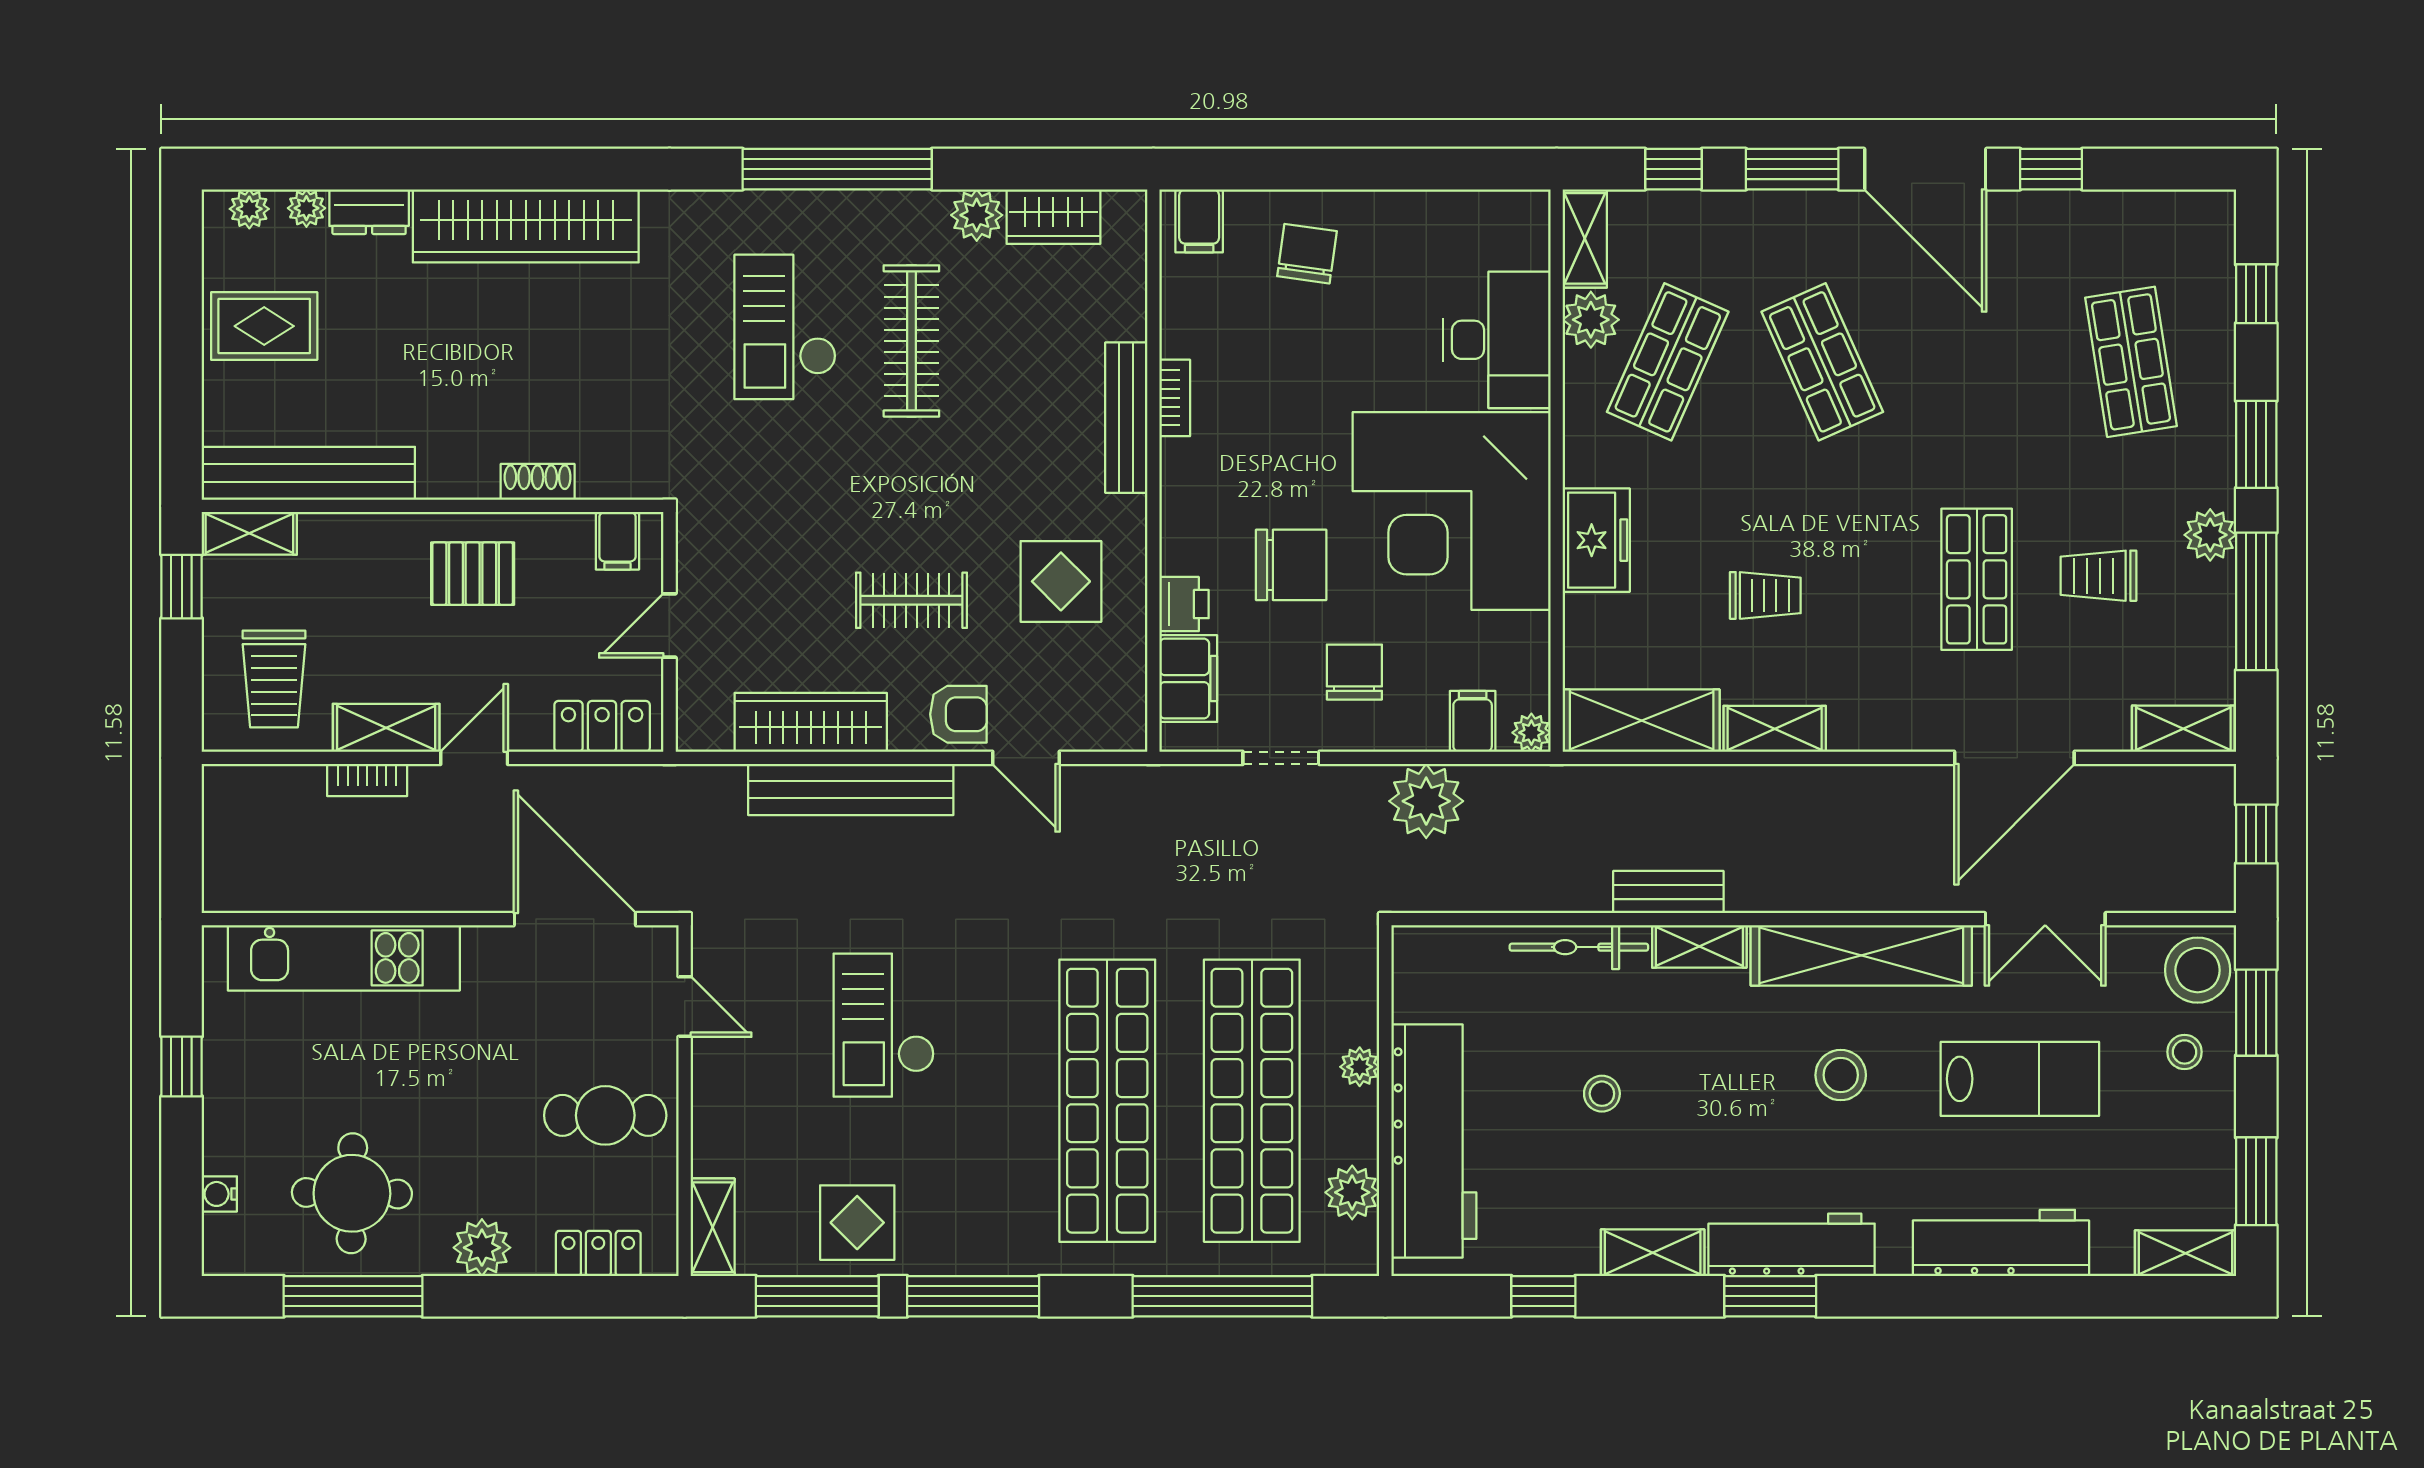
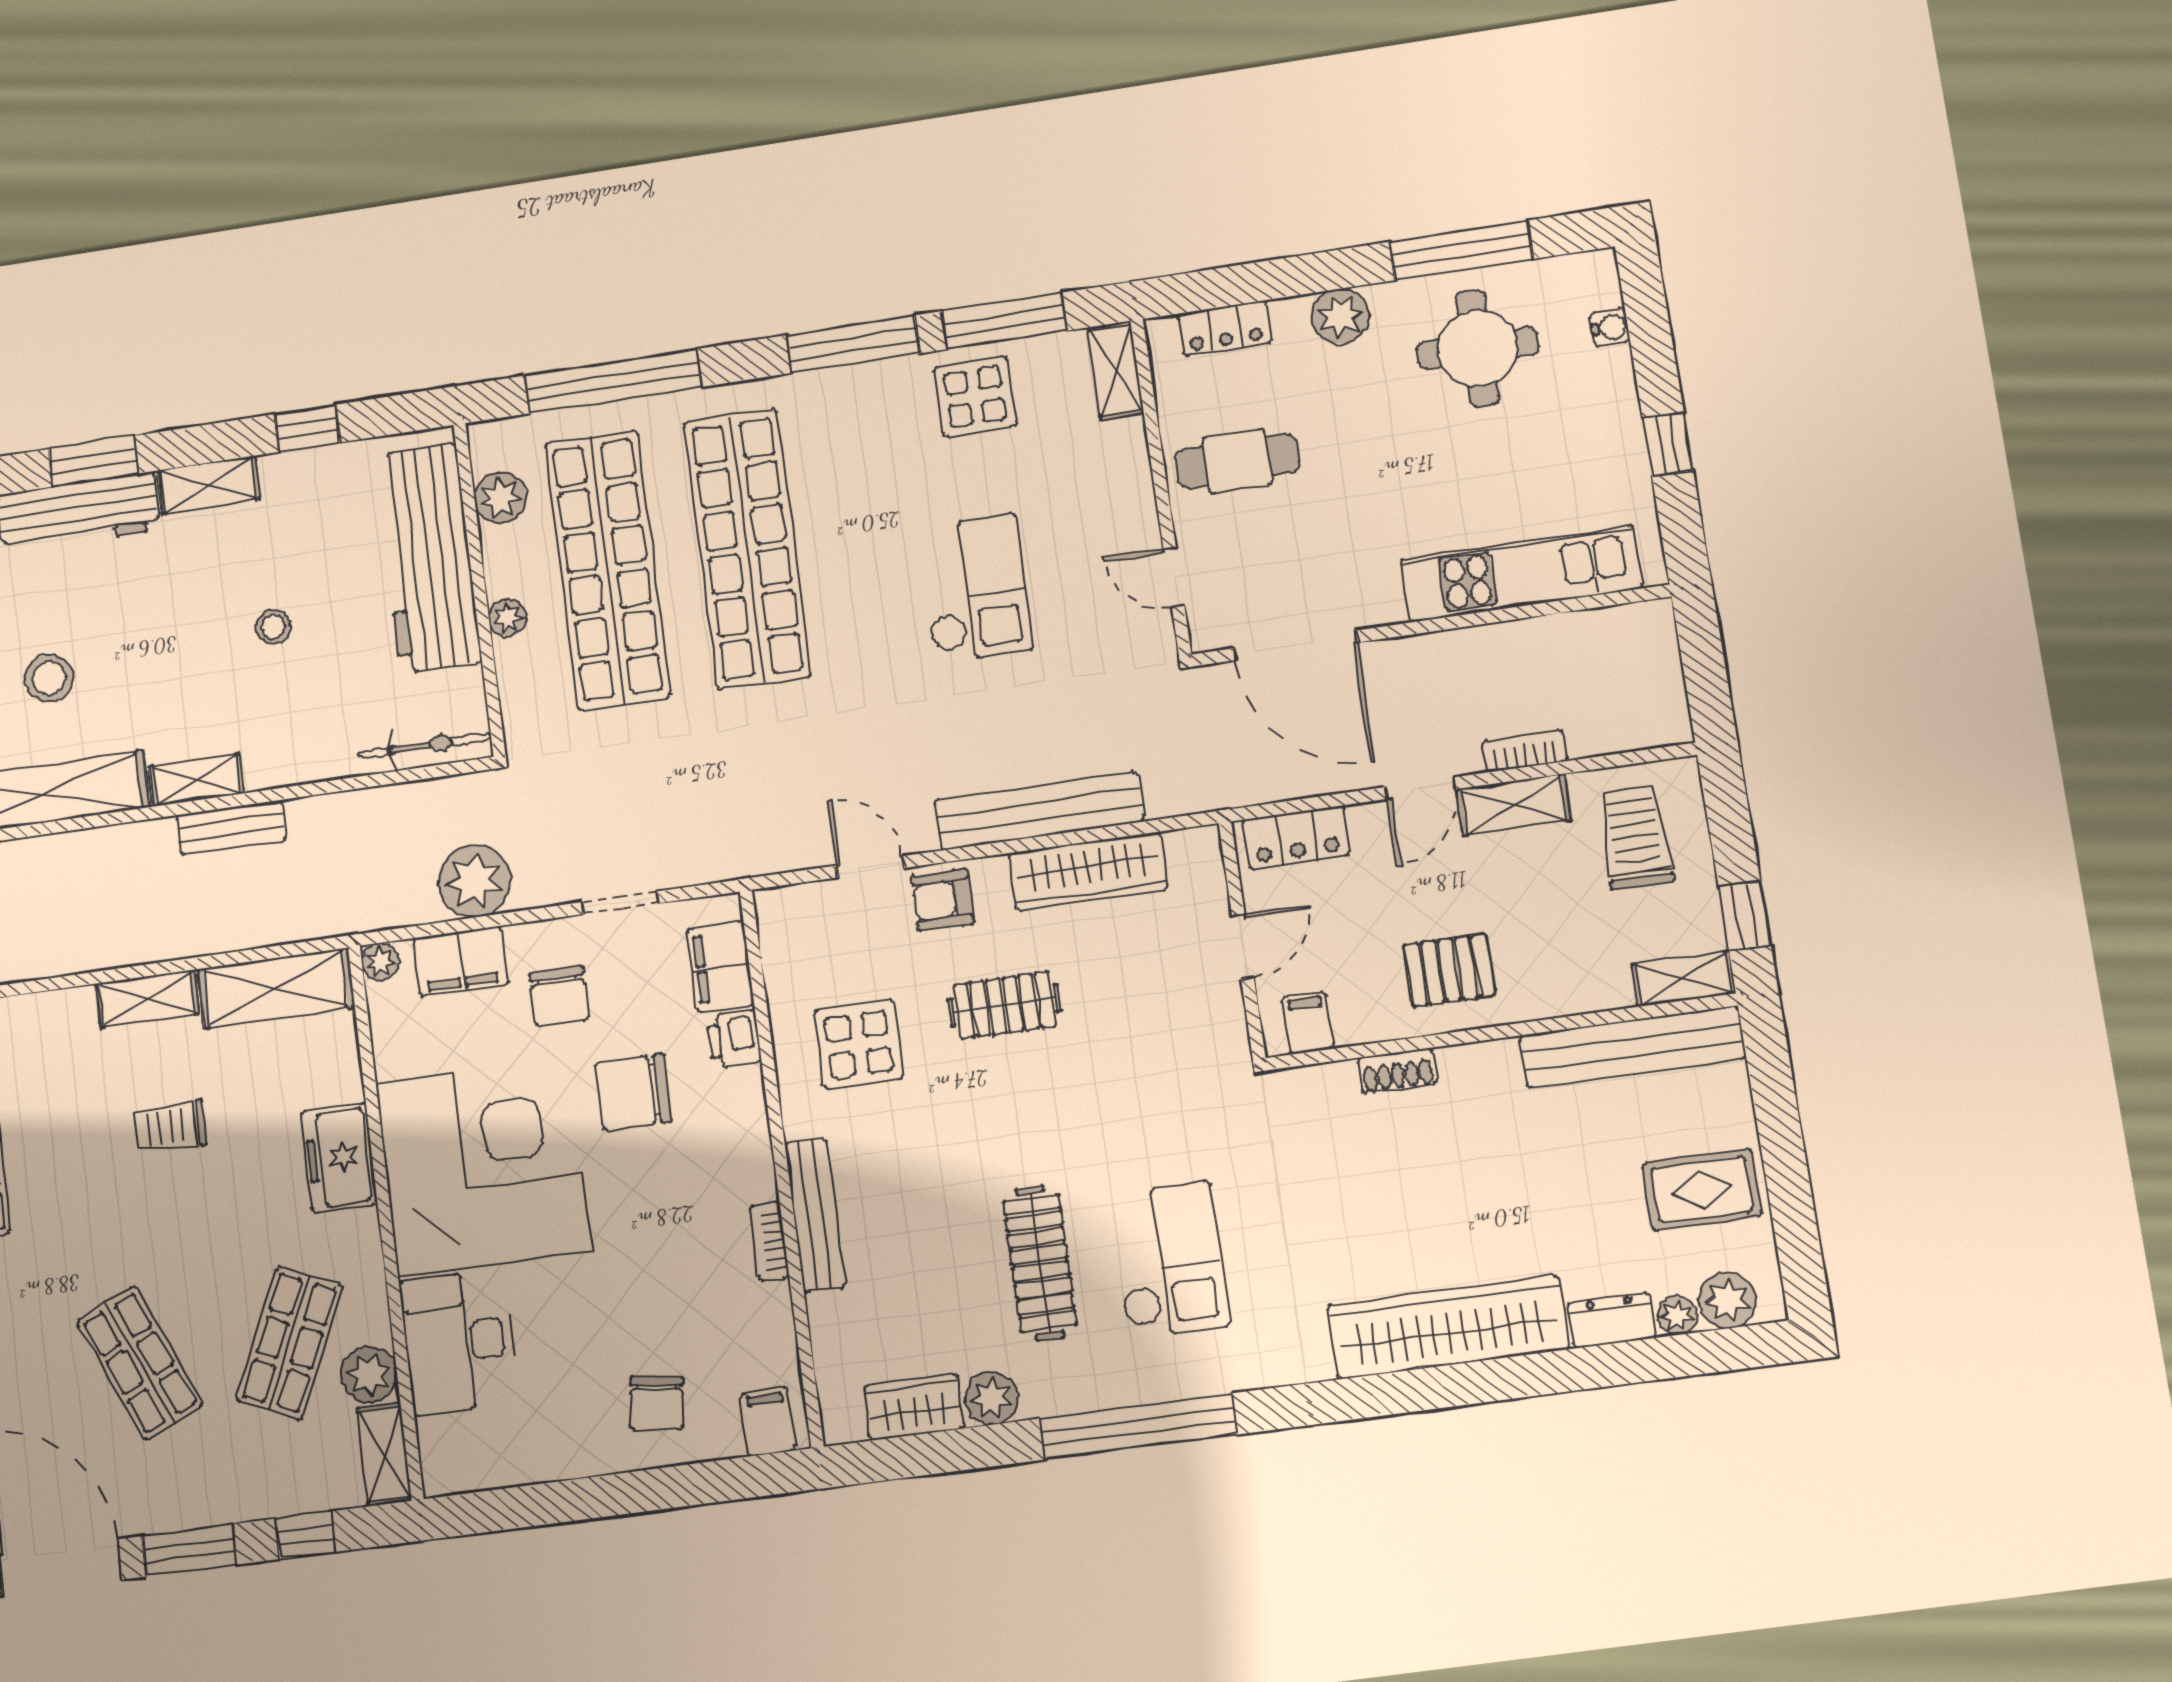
plant: (249, 209) -> (1727, 1300), width x1.38, depth x1.38
filing cabinet: (1473, 721) -> (461, 961), width x2.00
bicycle: (1579, 947) -> (425, 746), moved

